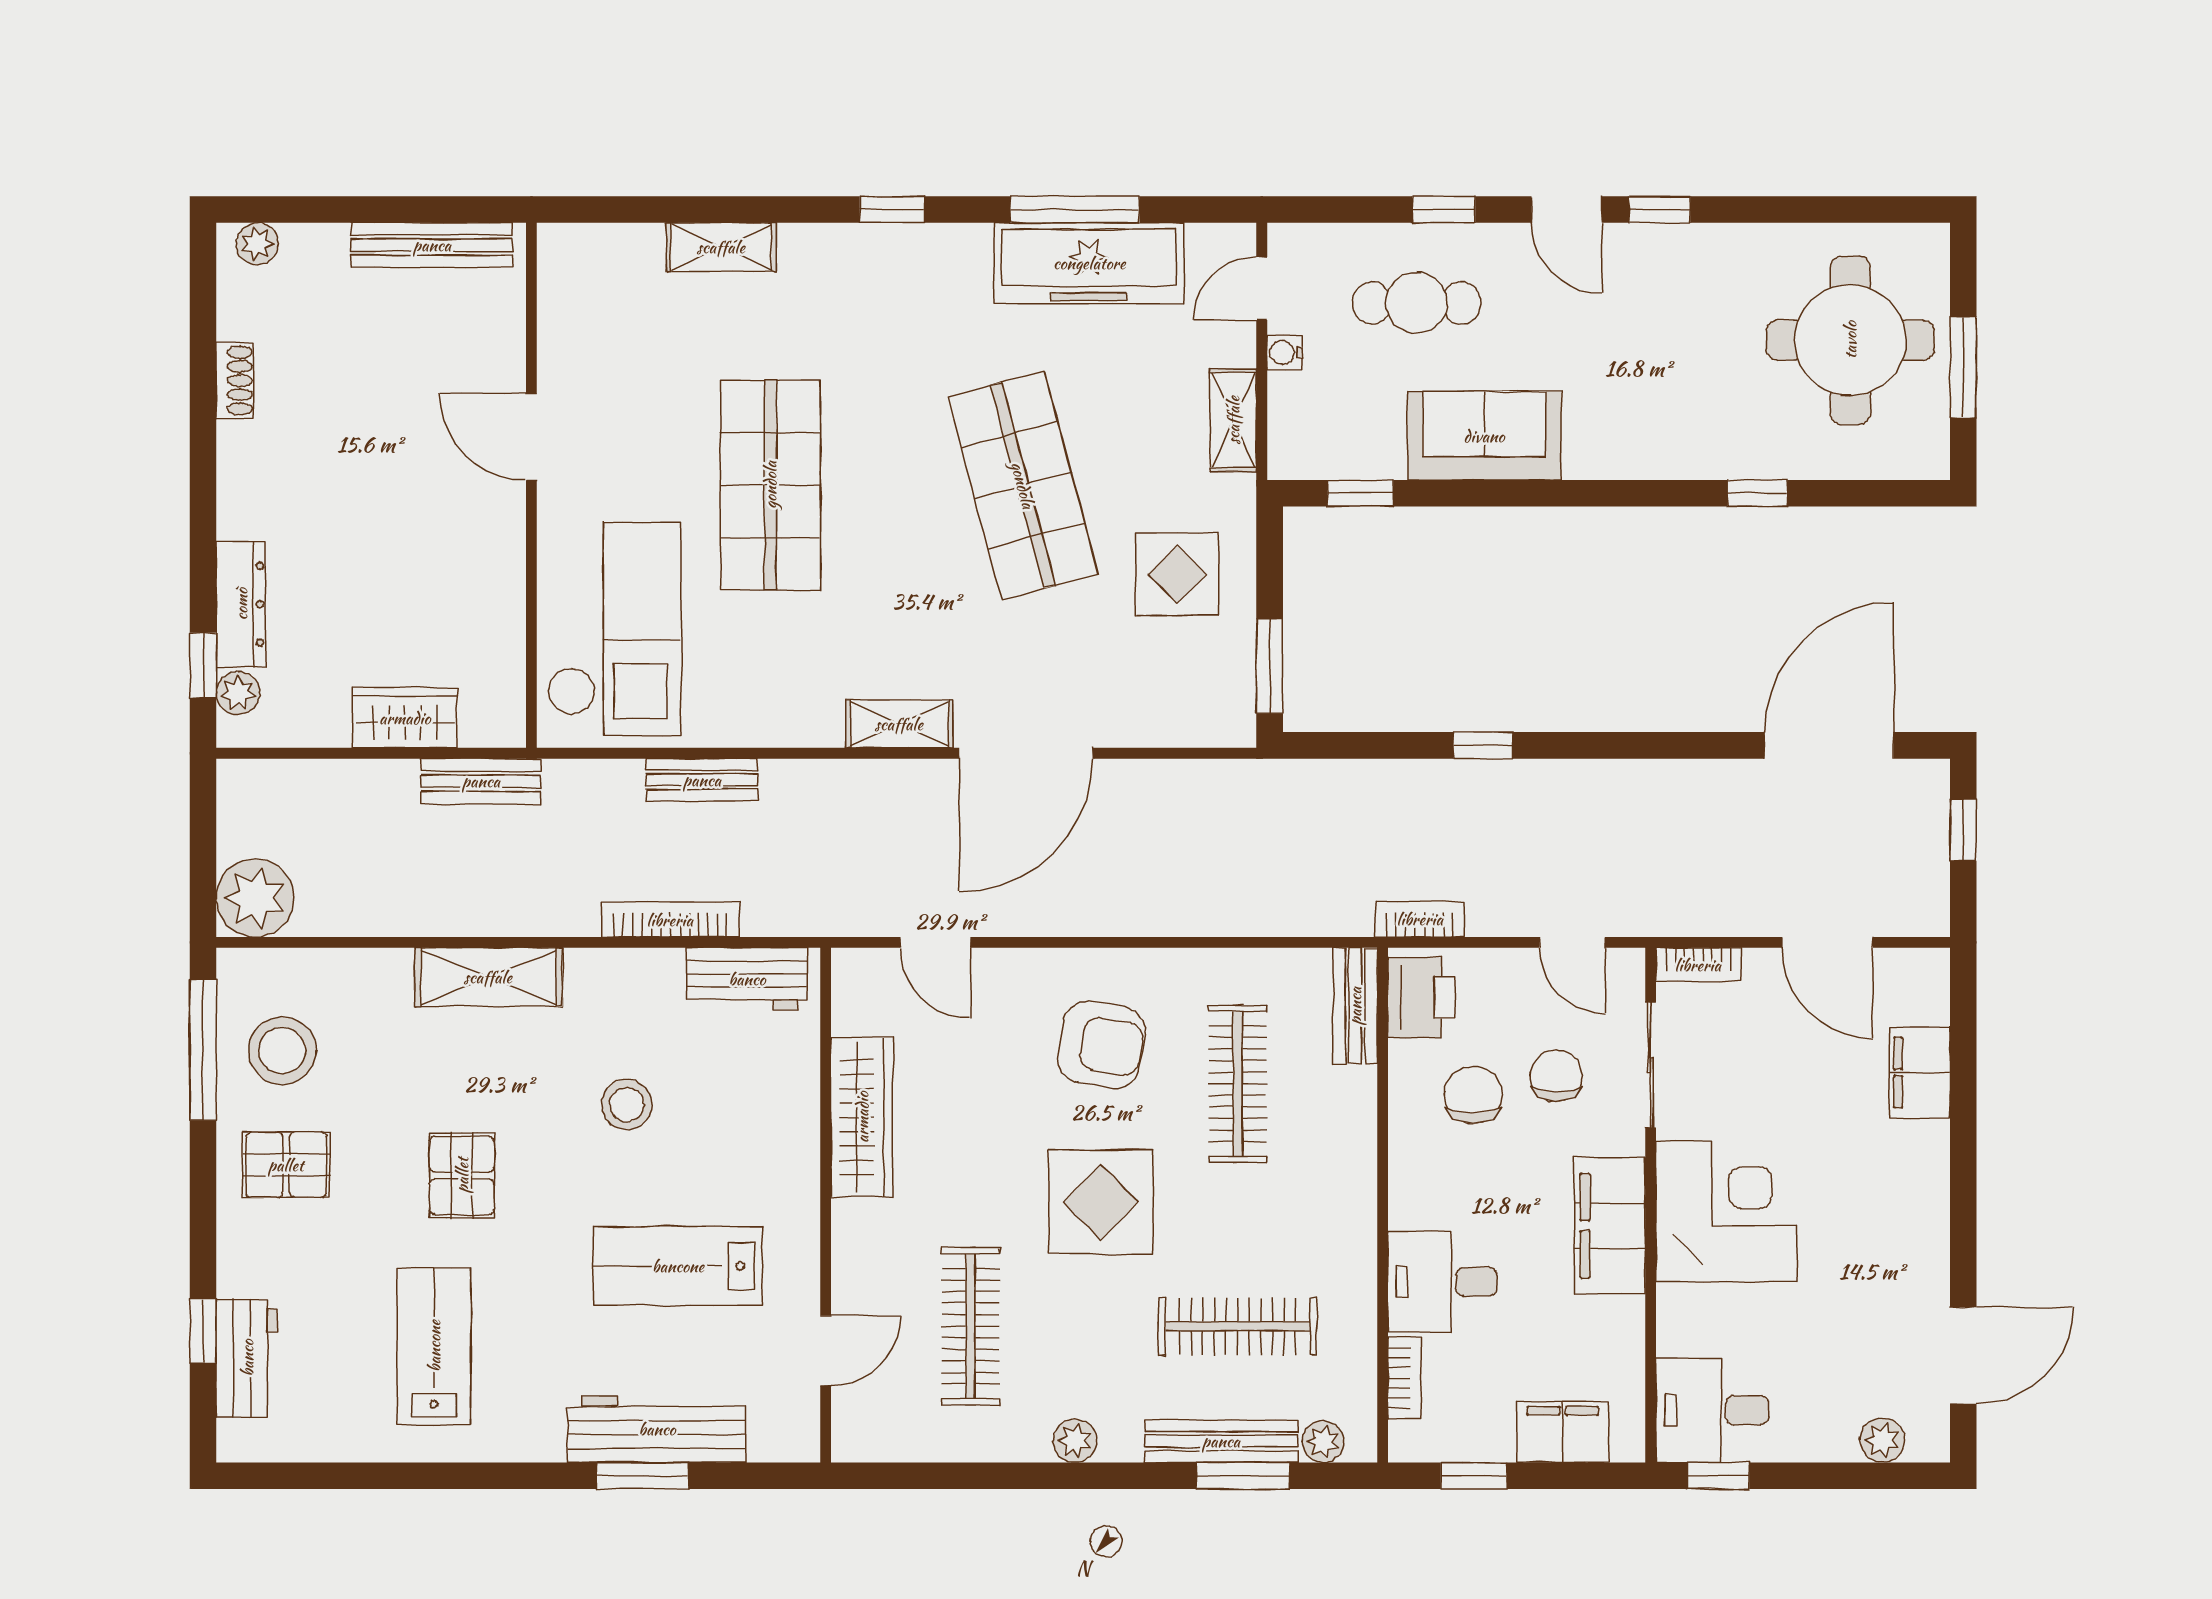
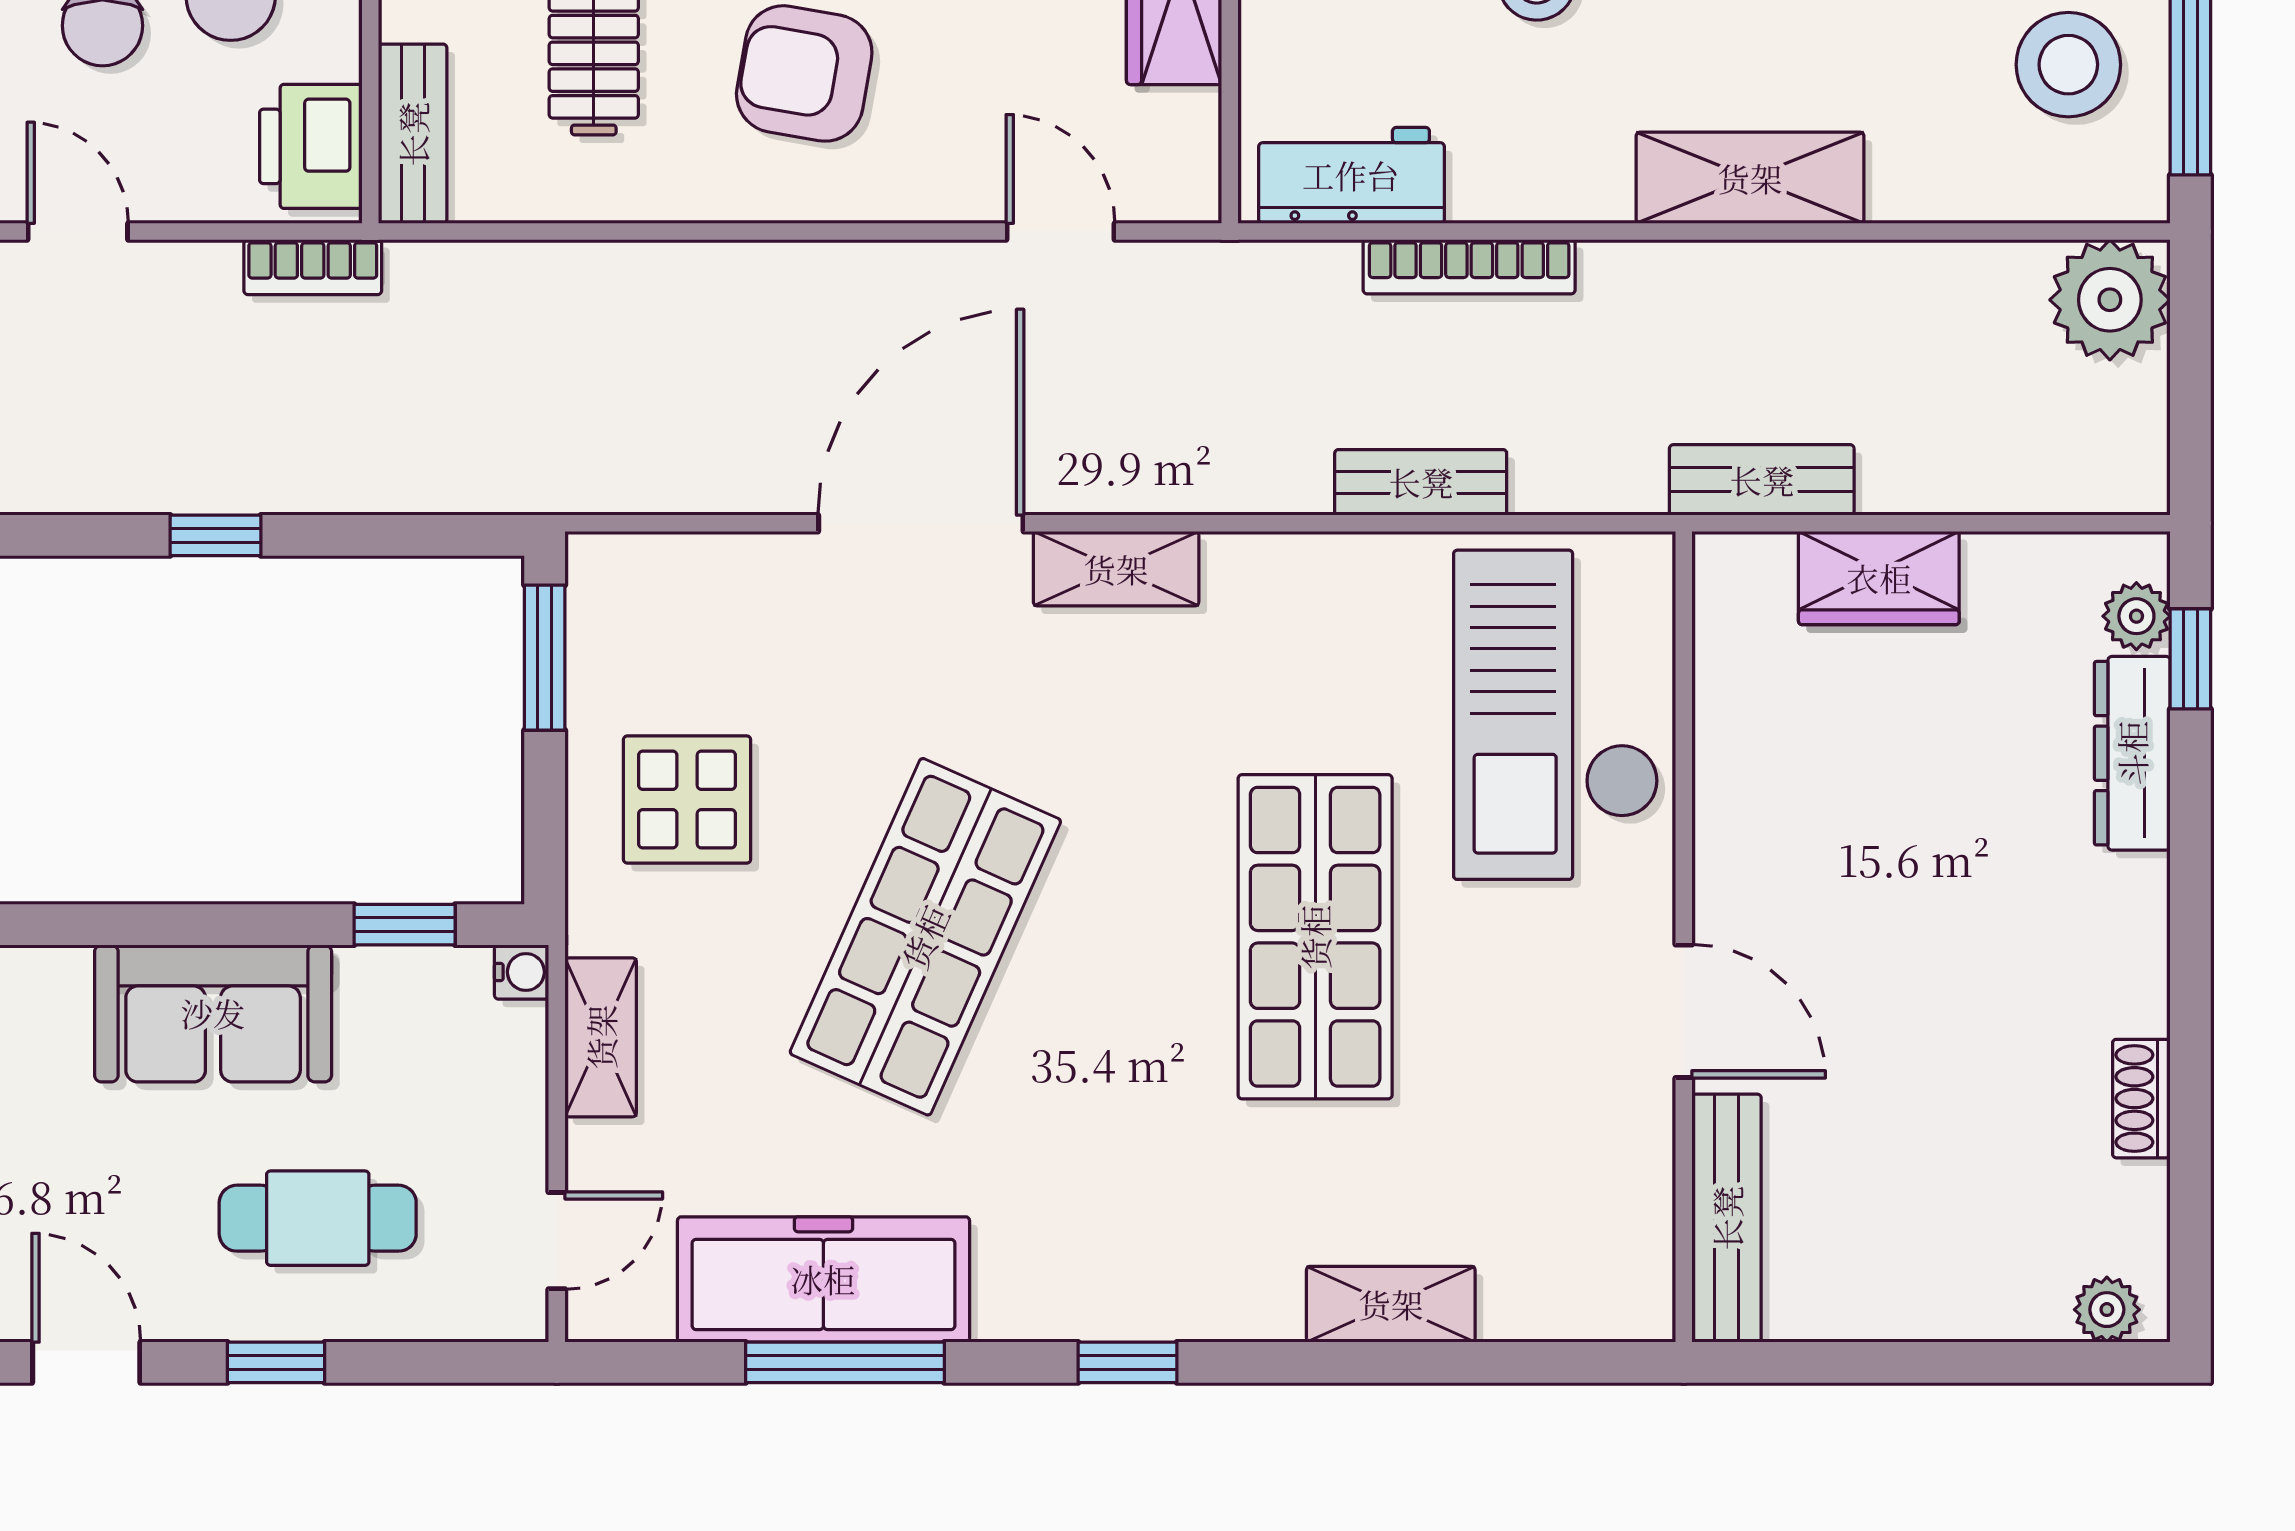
bench: (432, 245) -> (1727, 1218), moved, turned 90
water cooler: (1285, 353) -> (522, 972), moved
shop shelf: (1023, 485) -> (925, 937), turned 39

